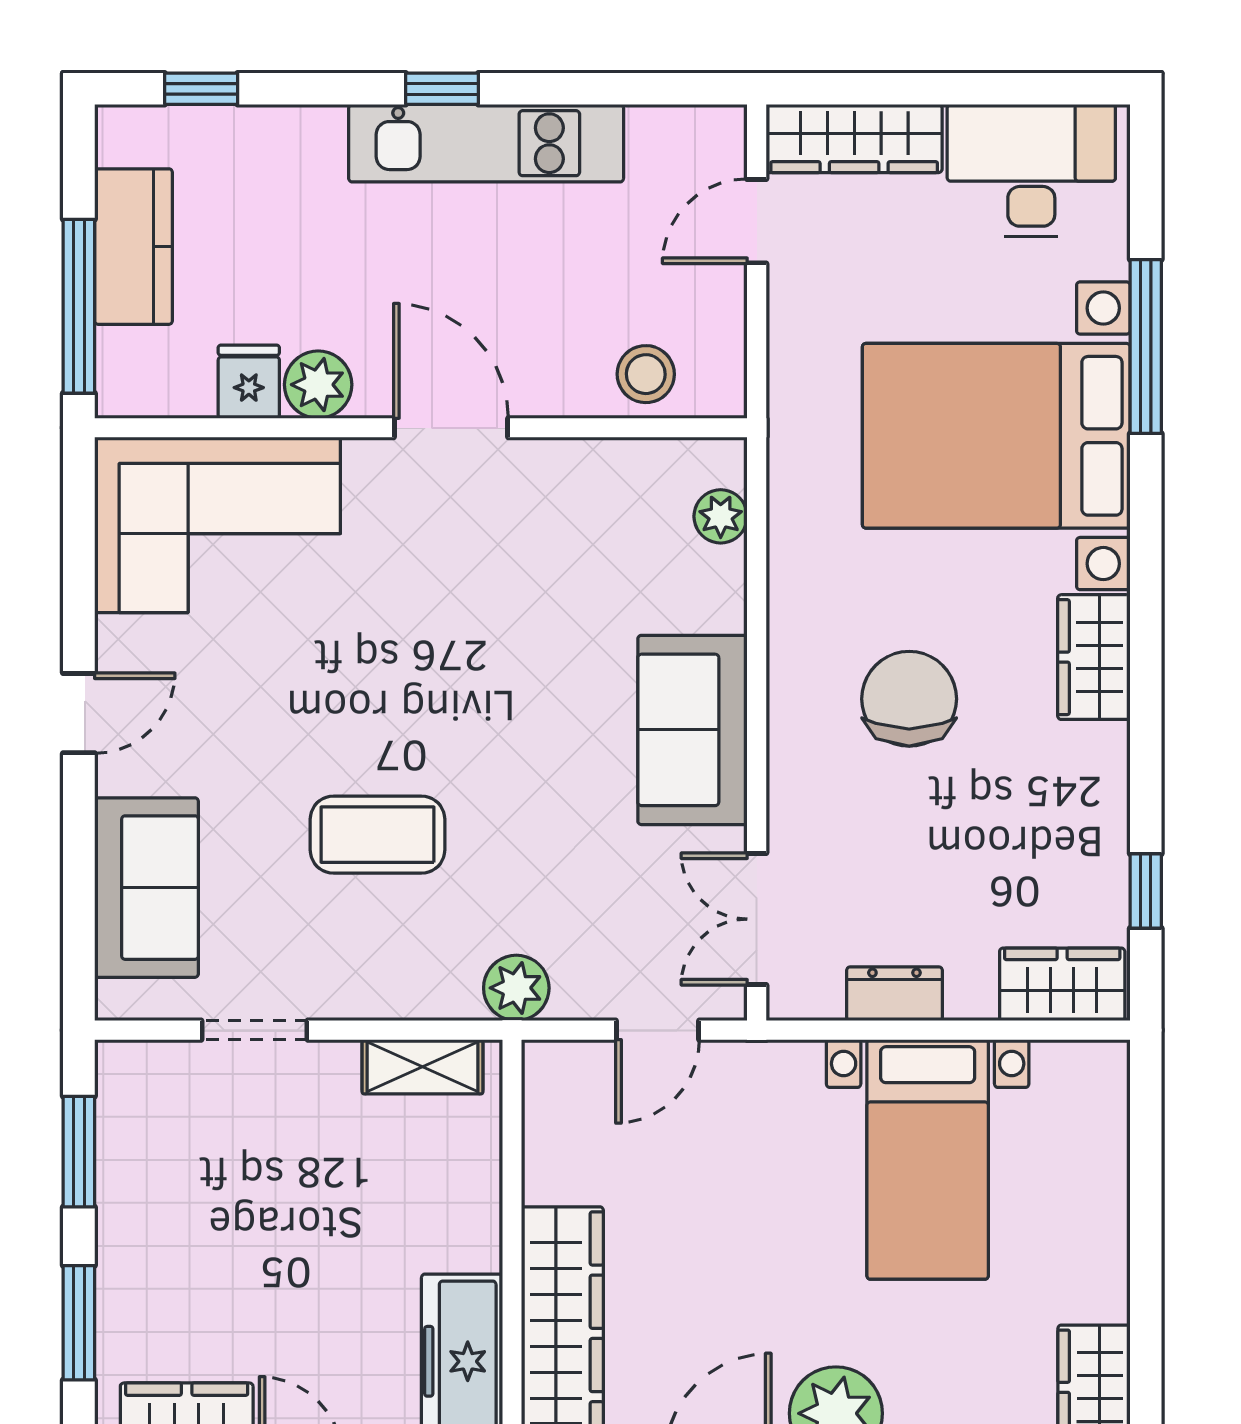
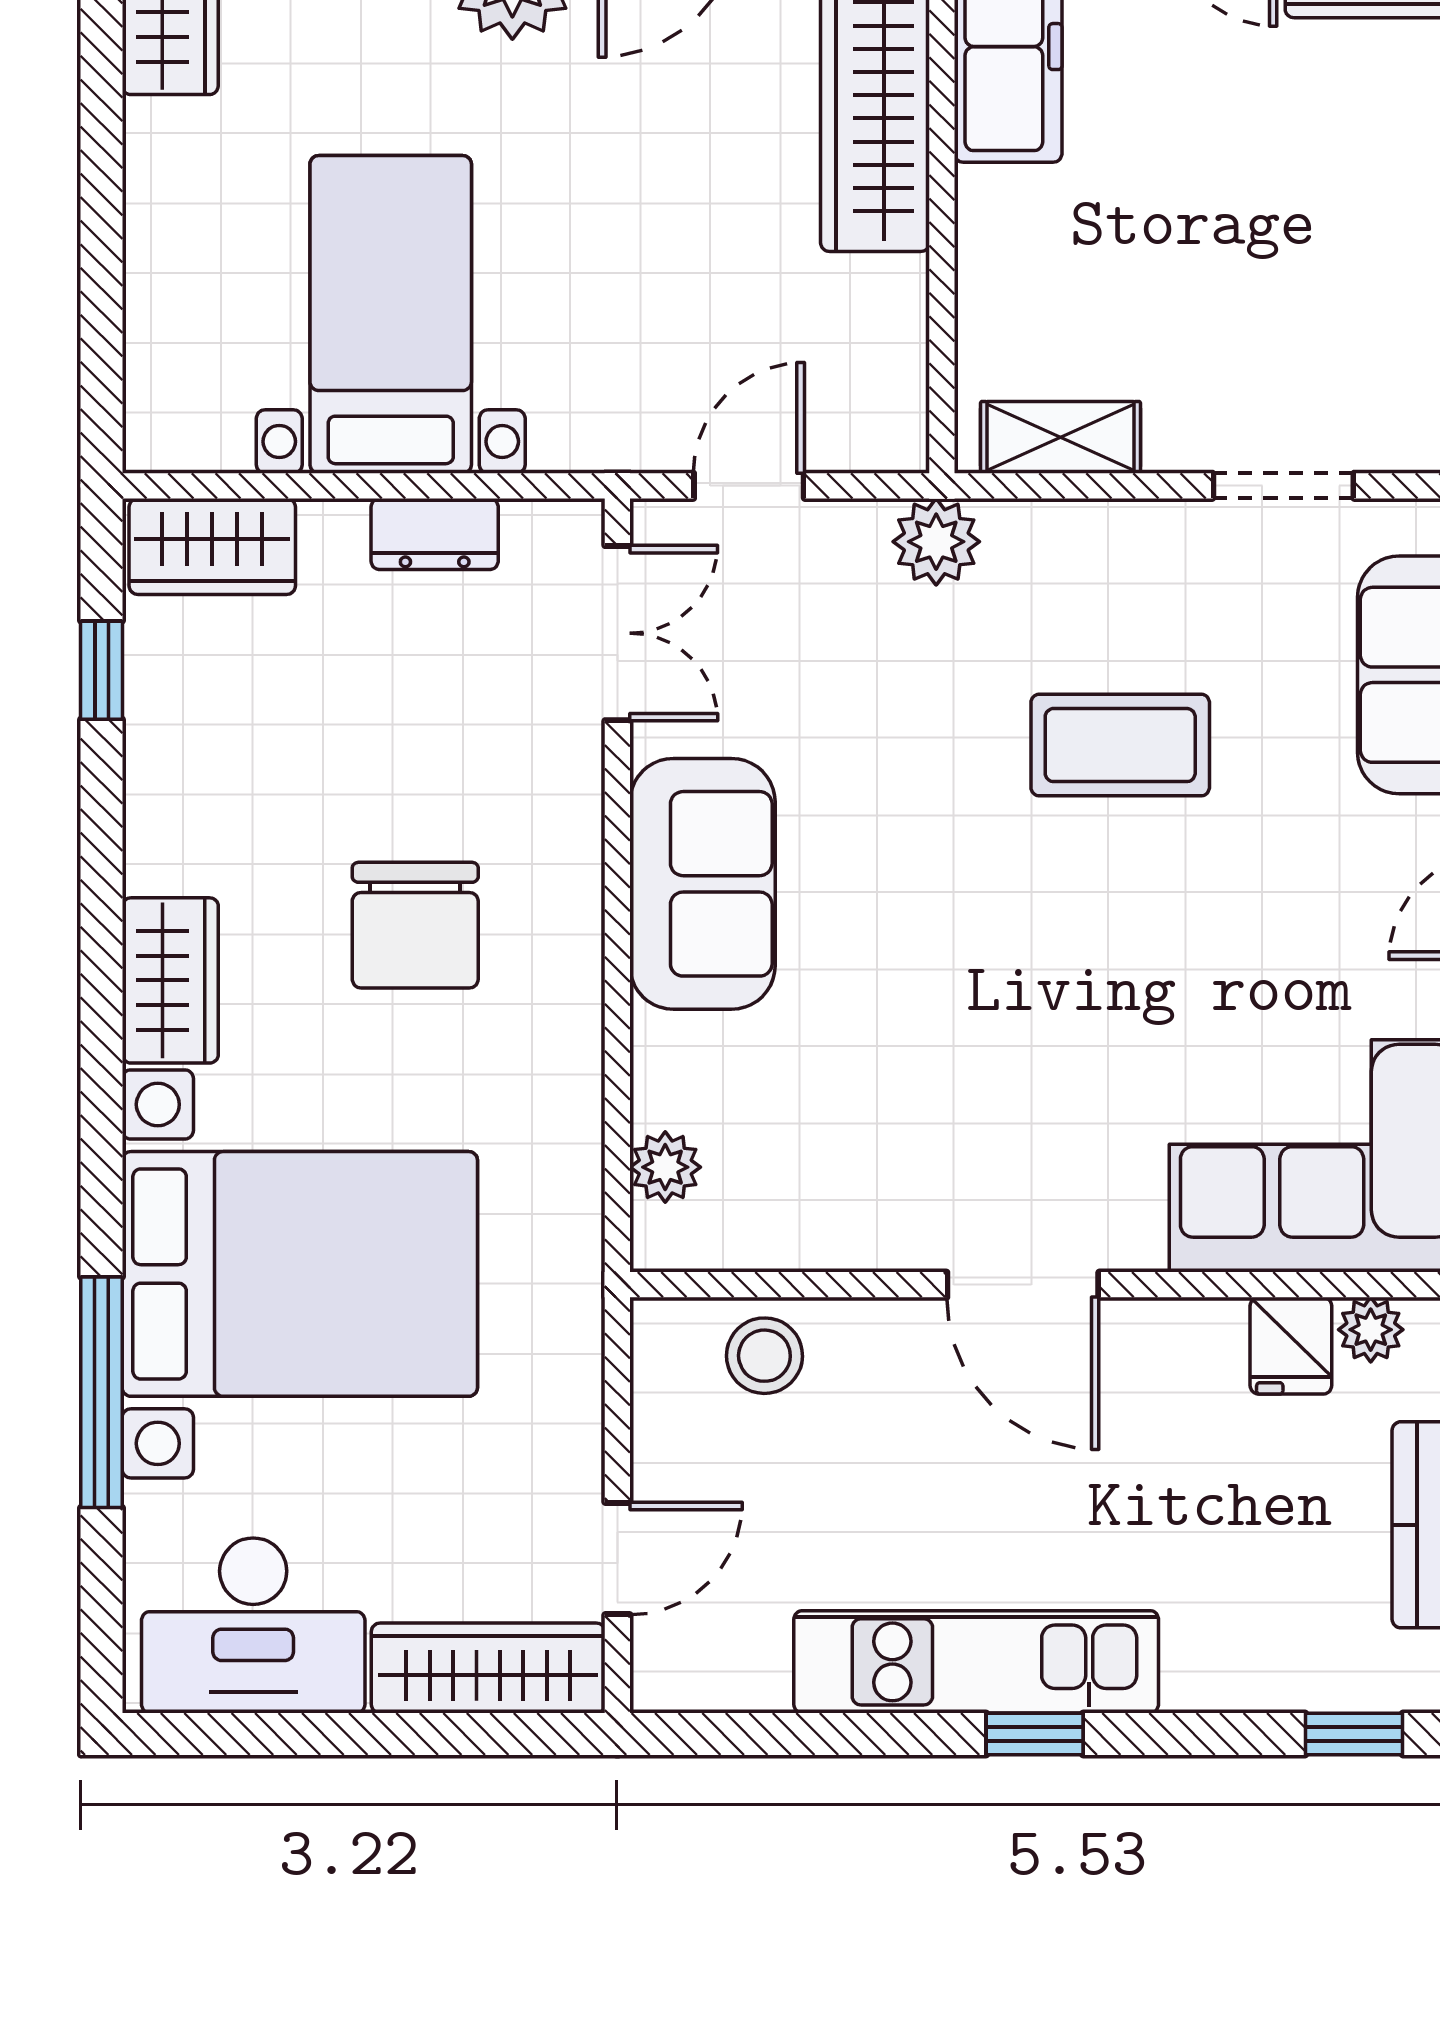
plant: (318, 385) -> (1371, 1330), moved, width x0.73, depth x0.73

